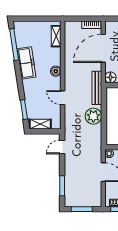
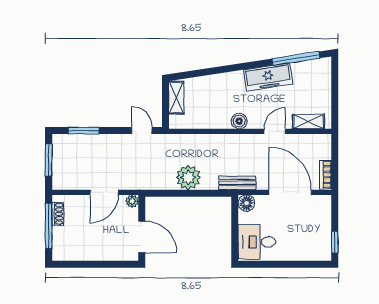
boiler: (56, 71) -> (239, 121), moved
bench: (97, 88) -> (237, 183), width x0.73
door: (63, 98) -> (275, 131), moved
window: (24, 110) -> (198, 73), removed

